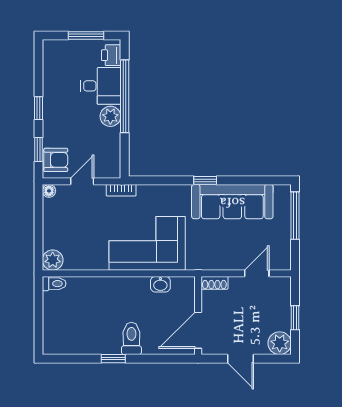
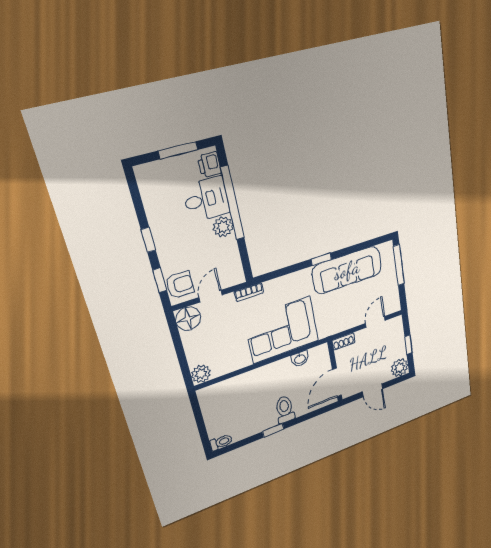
floor lamp: (49, 191) -> (188, 319), width x1.89, depth x1.89
toilet: (54, 284) -> (221, 442), moved

